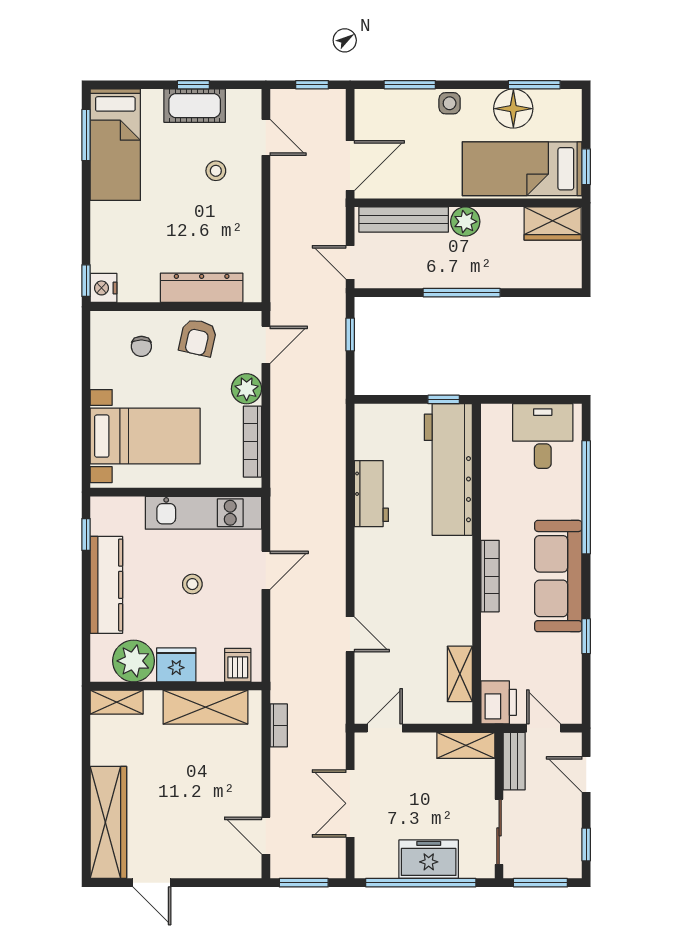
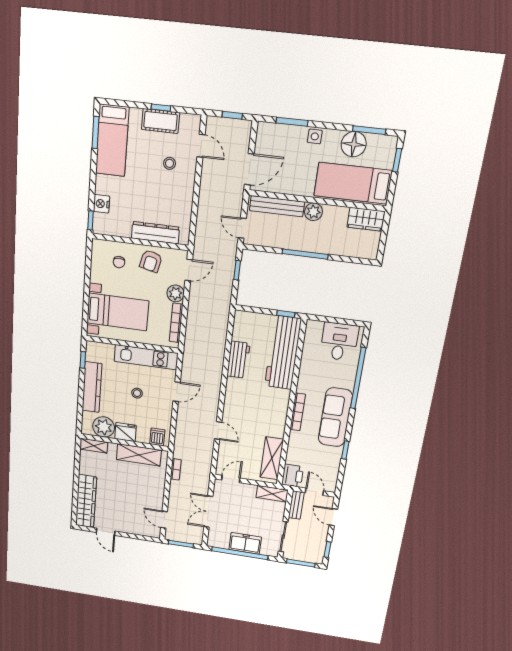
window: (586, 167) -> (397, 160), moved
nightstand: (104, 288) -> (101, 204), moved
shelving: (460, 674) -> (272, 458), width x1.50, depth x1.33

